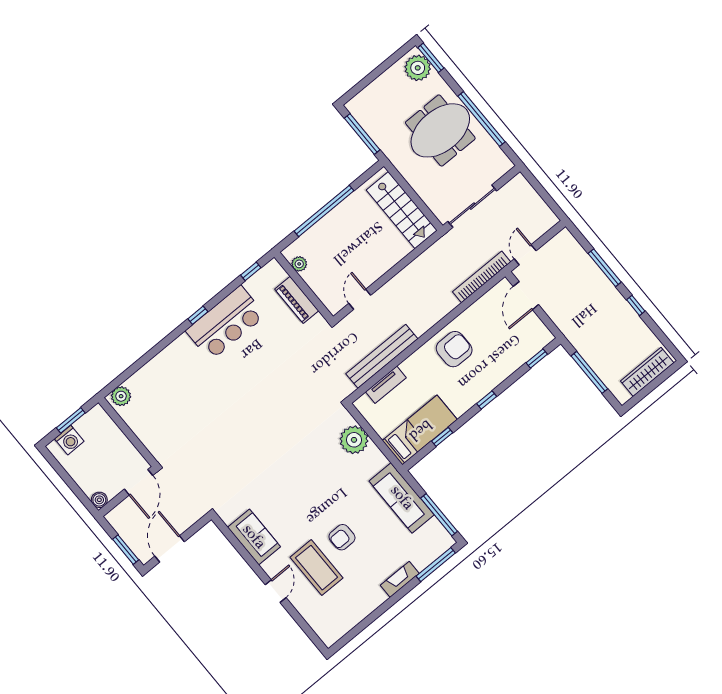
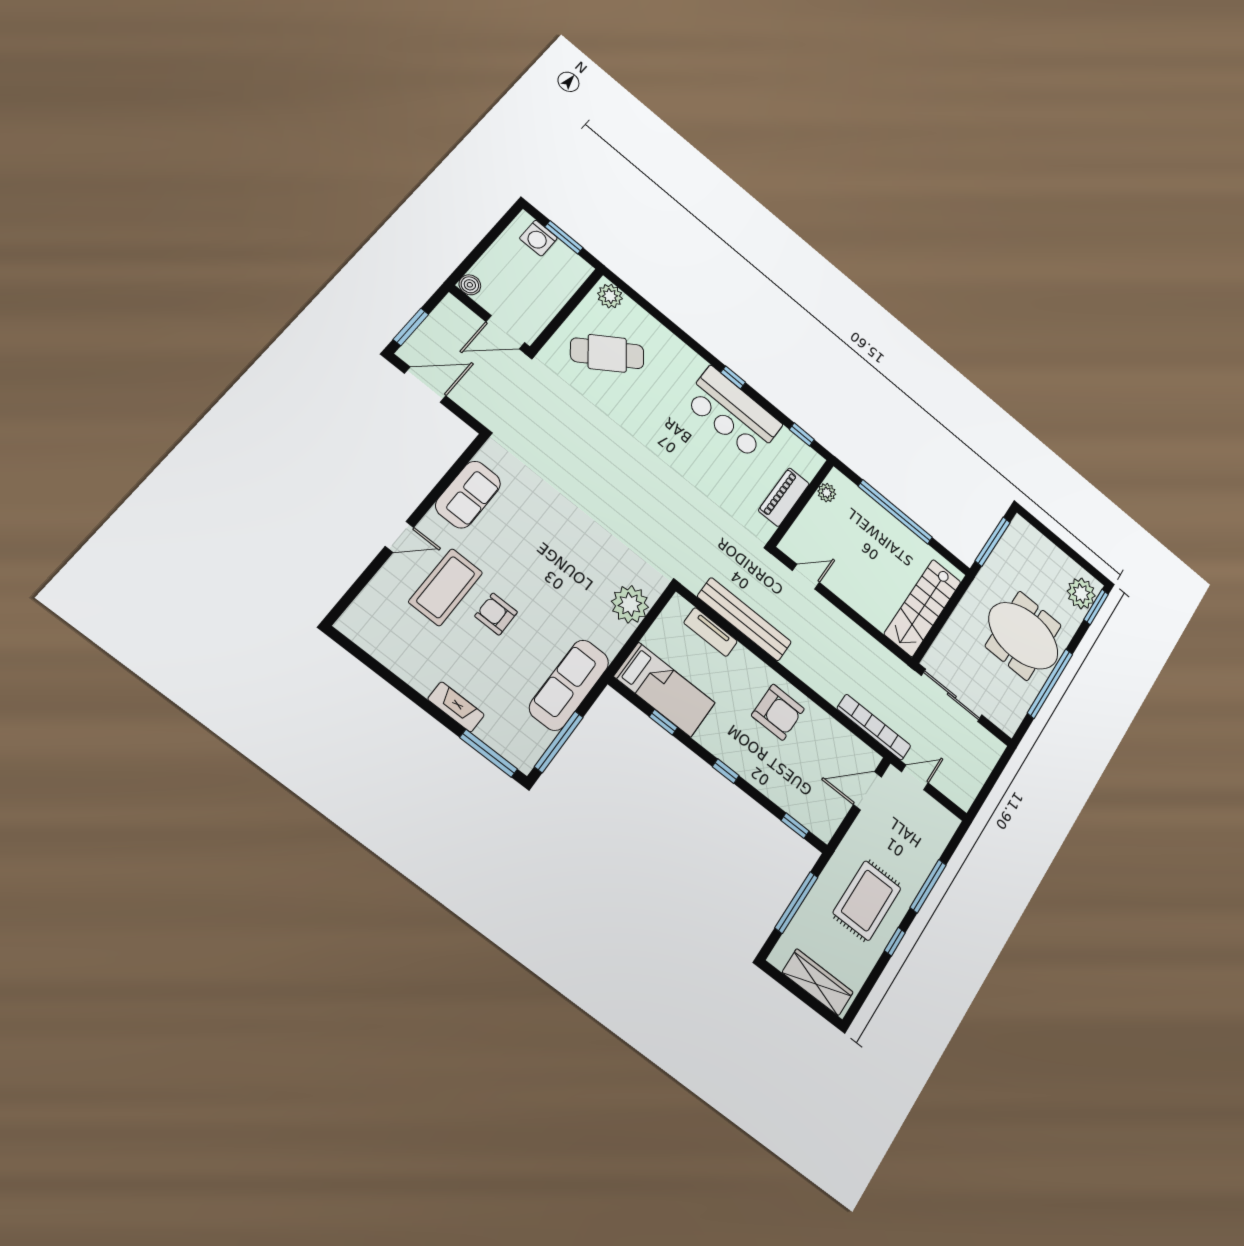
rug: (602, 319) -> (867, 900), added
cafe table: (165, 410) -> (607, 353), added

